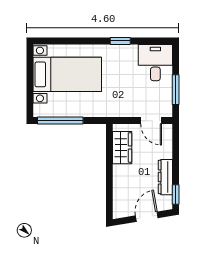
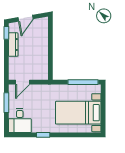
door: (151, 121) -> (23, 82), swing flipped
wardrobe: (122, 148) -> (42, 64), removed

